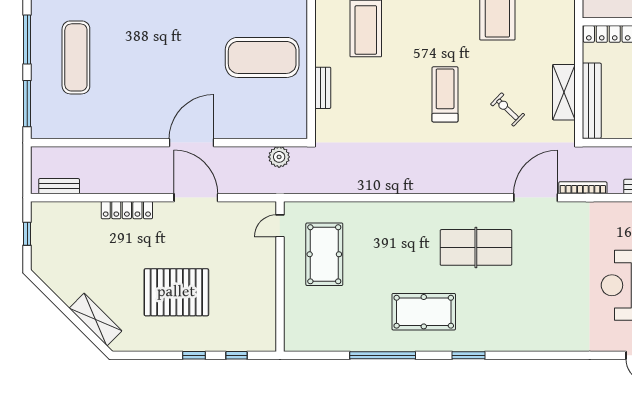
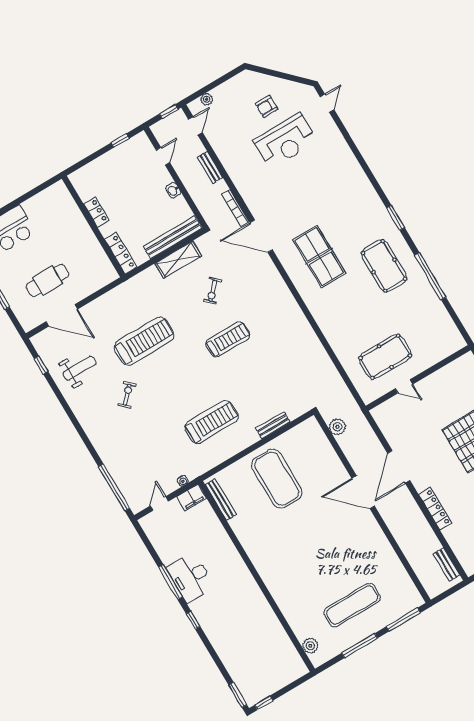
treadmill: (445, 94) -> (228, 339), turned 180
door: (280, 226) -> (404, 386), moved

